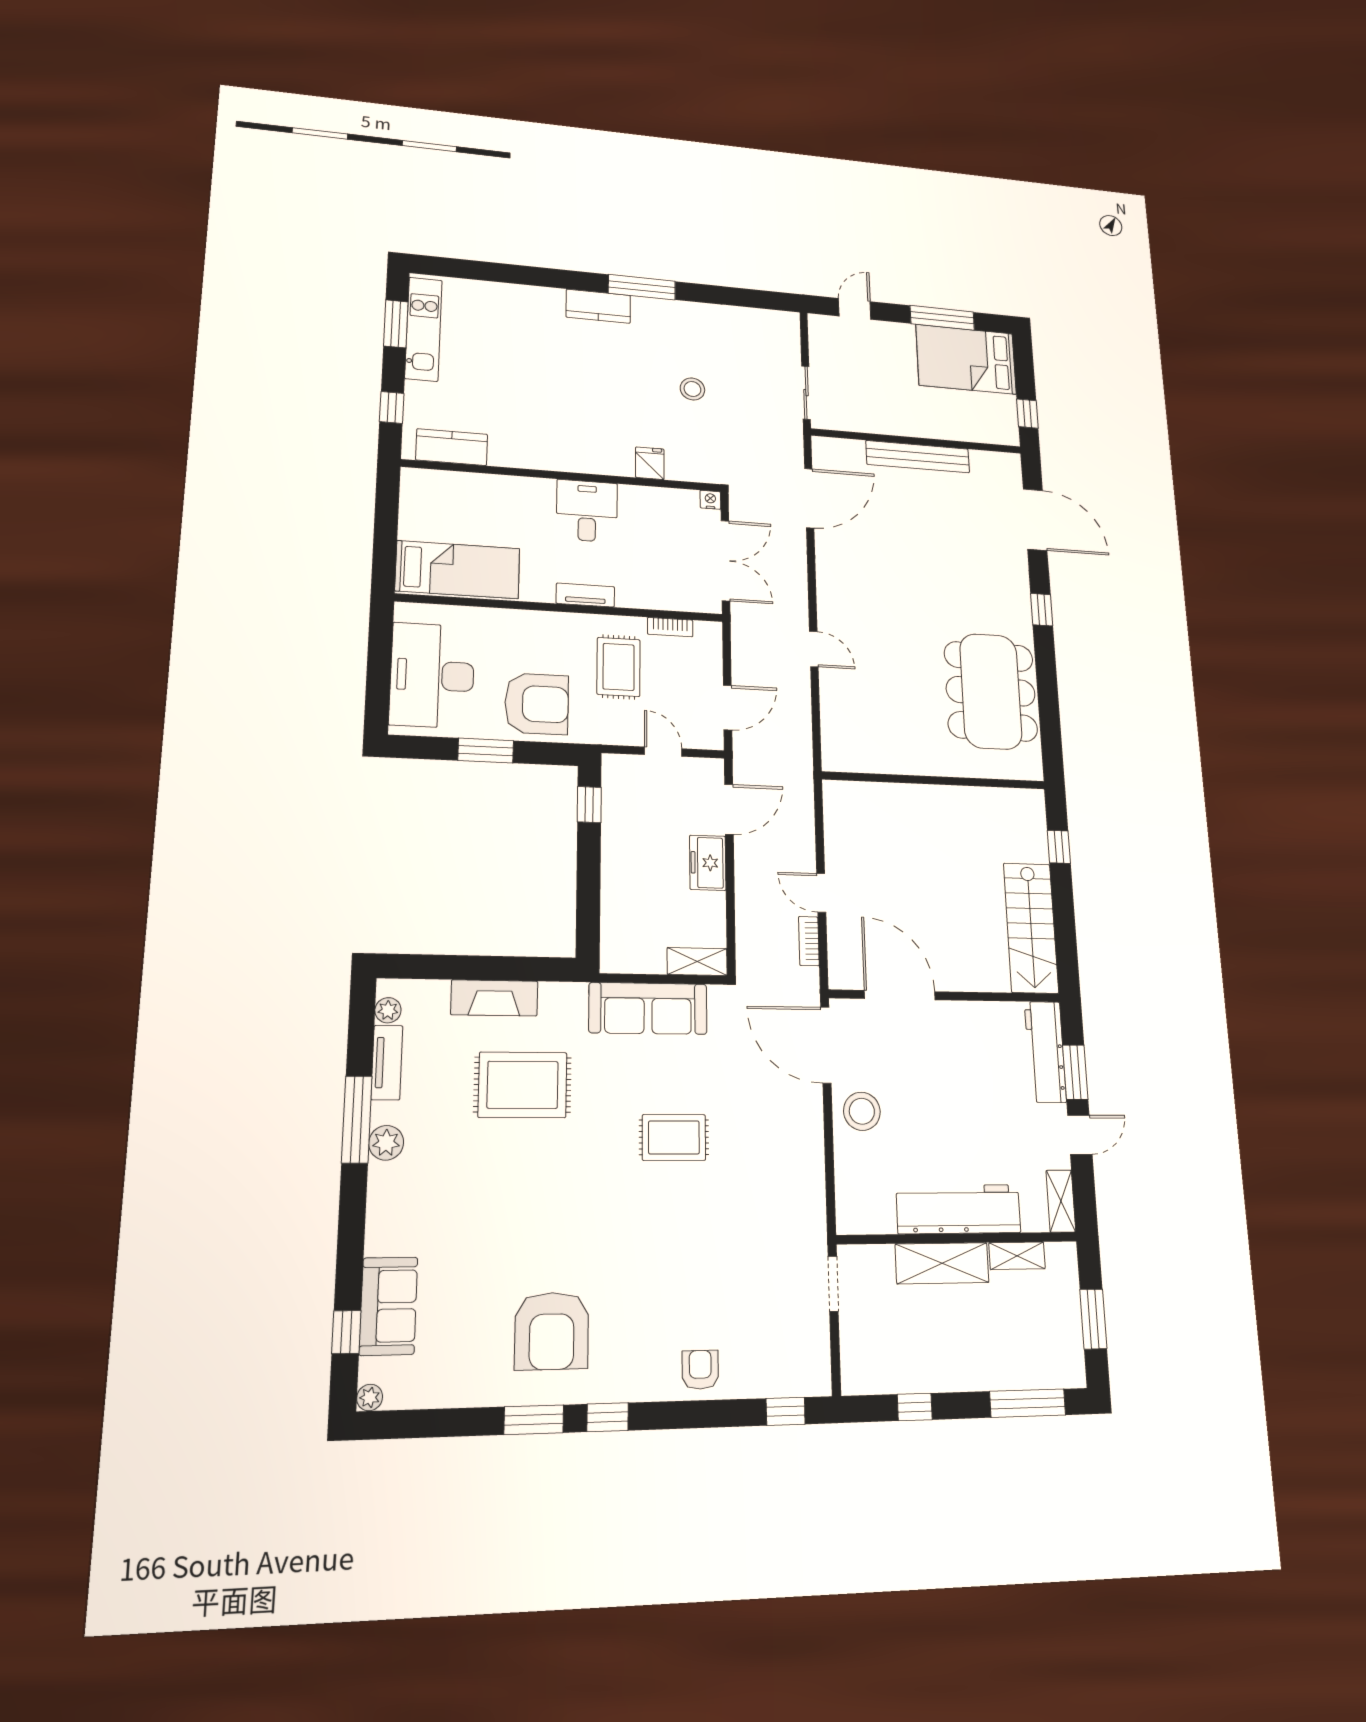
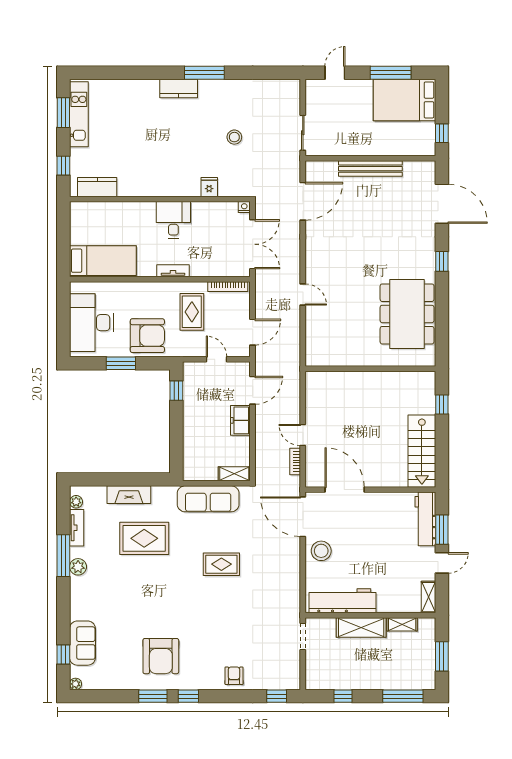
bookcase: (670, 627) -> (228, 287), width x1.56
workbench: (958, 1209) -> (343, 601), moved

